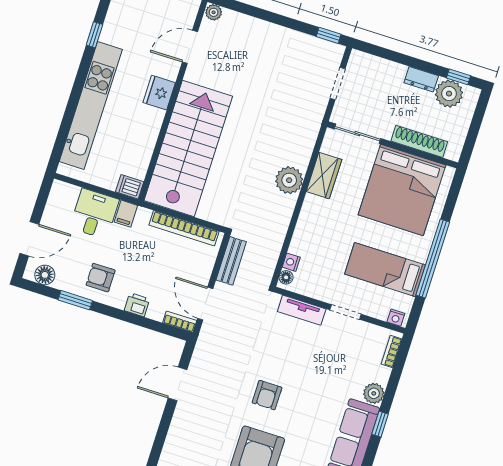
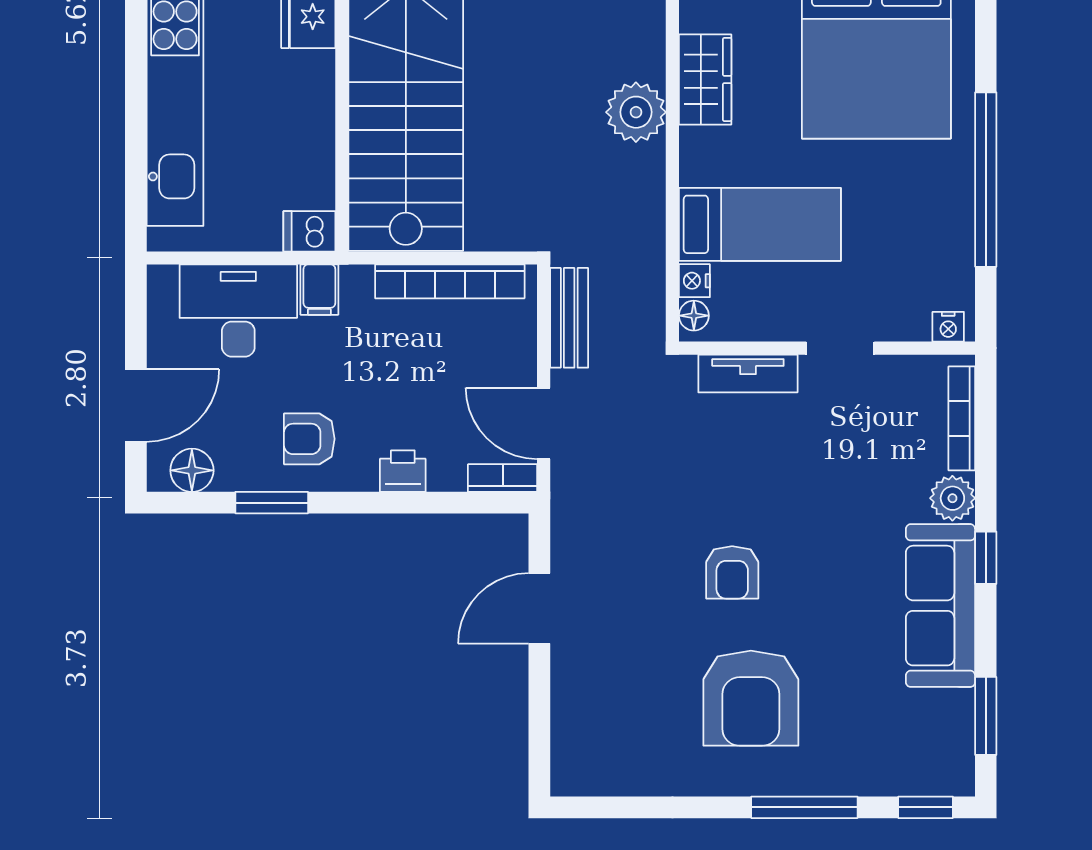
desk: (94, 214) -> (238, 311), width x1.37
bed: (385, 270) -> (760, 224), moved, turned 180
bookcase: (392, 352) -> (962, 418), width x1.56

